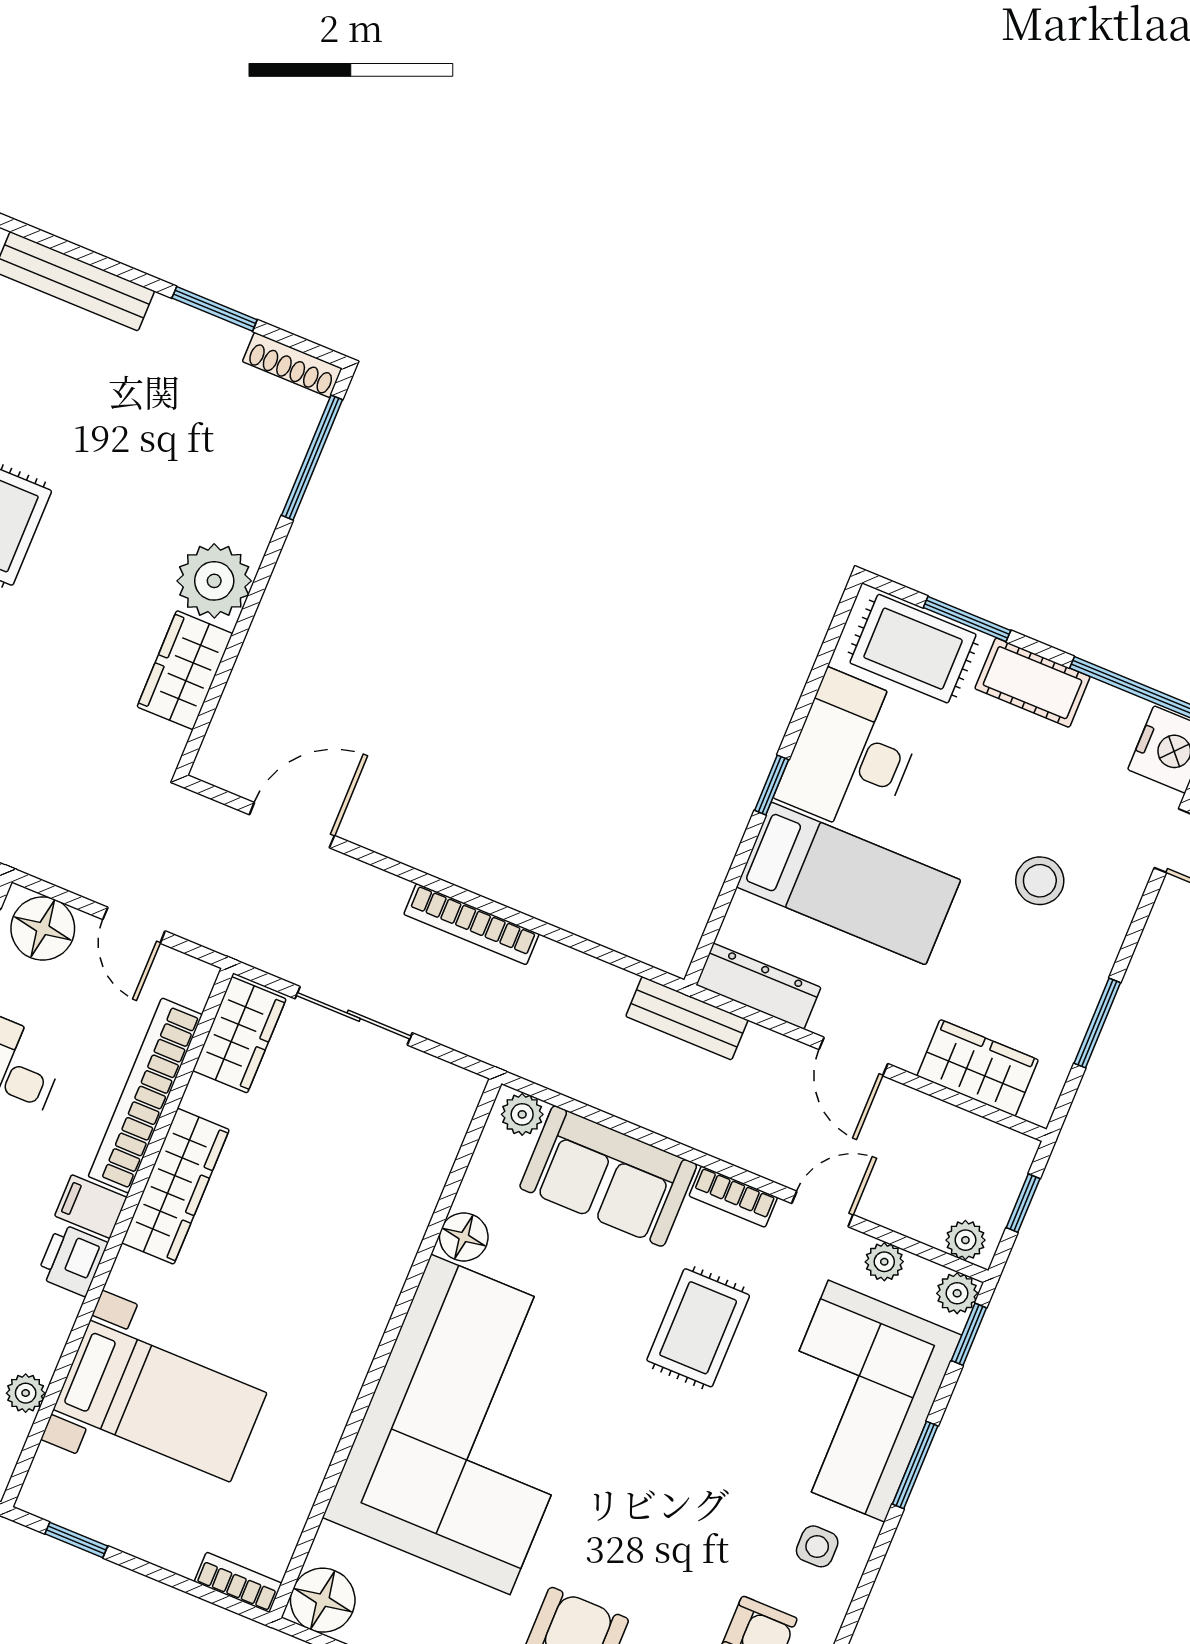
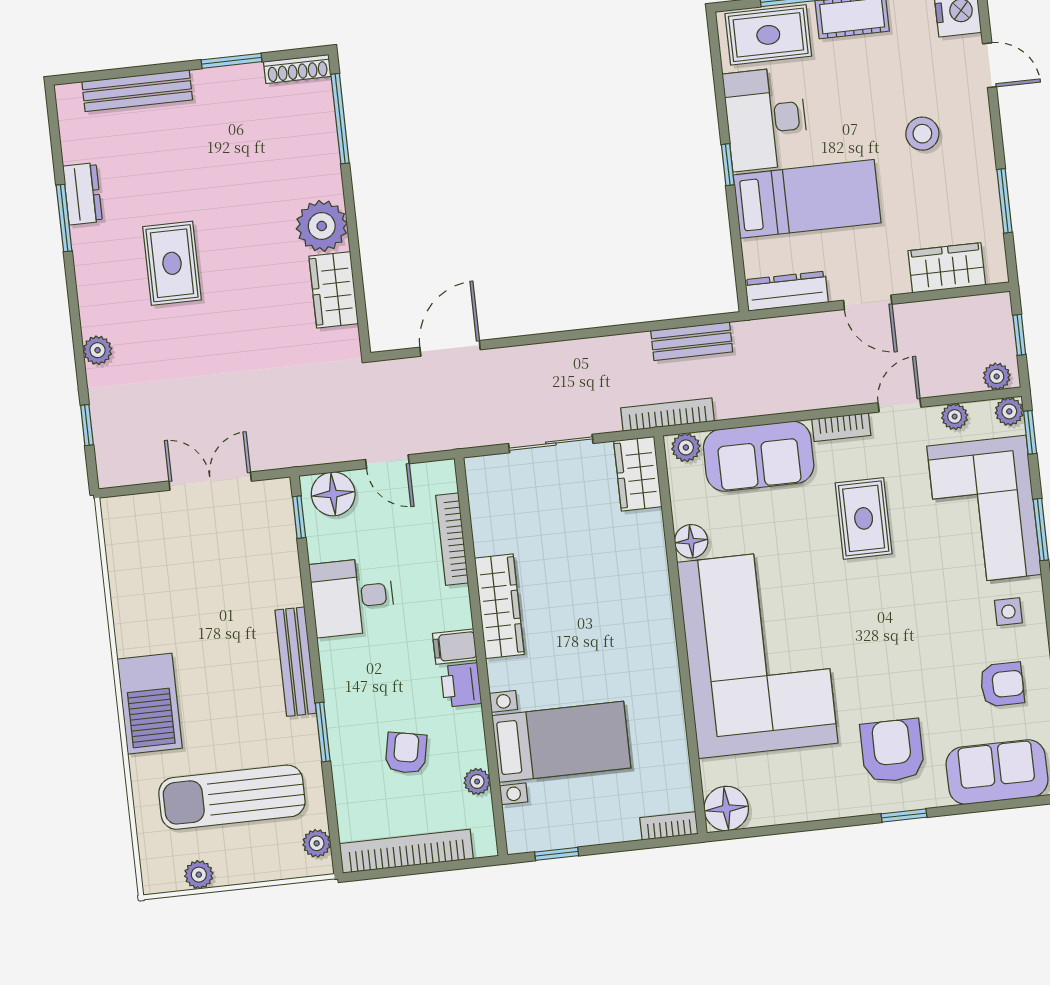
bookcase: (471, 924) -> (668, 415), moved, turned 180
bench: (687, 1018) -> (692, 341), moved
wardrobe: (239, 1035) -> (638, 474), moved, turned 180
bookcase: (145, 1096) -> (452, 539), width x0.68, depth x0.76

